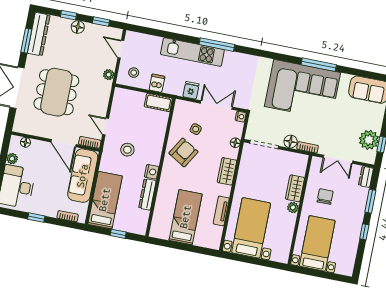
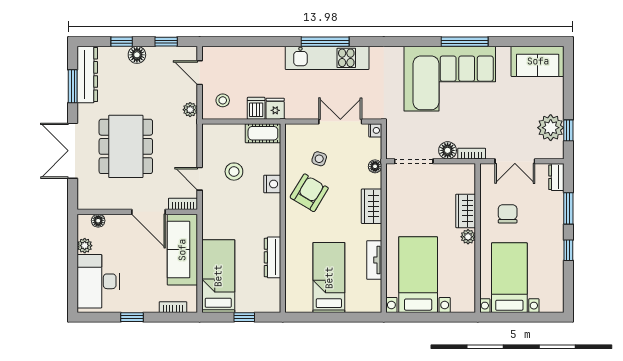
kitchen unit: (192, 52) -> (327, 58), moved
fridge: (191, 90) -> (275, 109), moved
stool: (127, 150) -> (234, 172), moved
nightstand: (152, 172) -> (272, 184), moved

